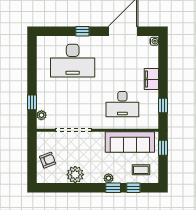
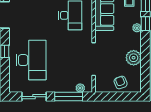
sliding door: (32, 64) -> (34, 97), added
window: (32, 102) -> (69, 97), width x2.17

